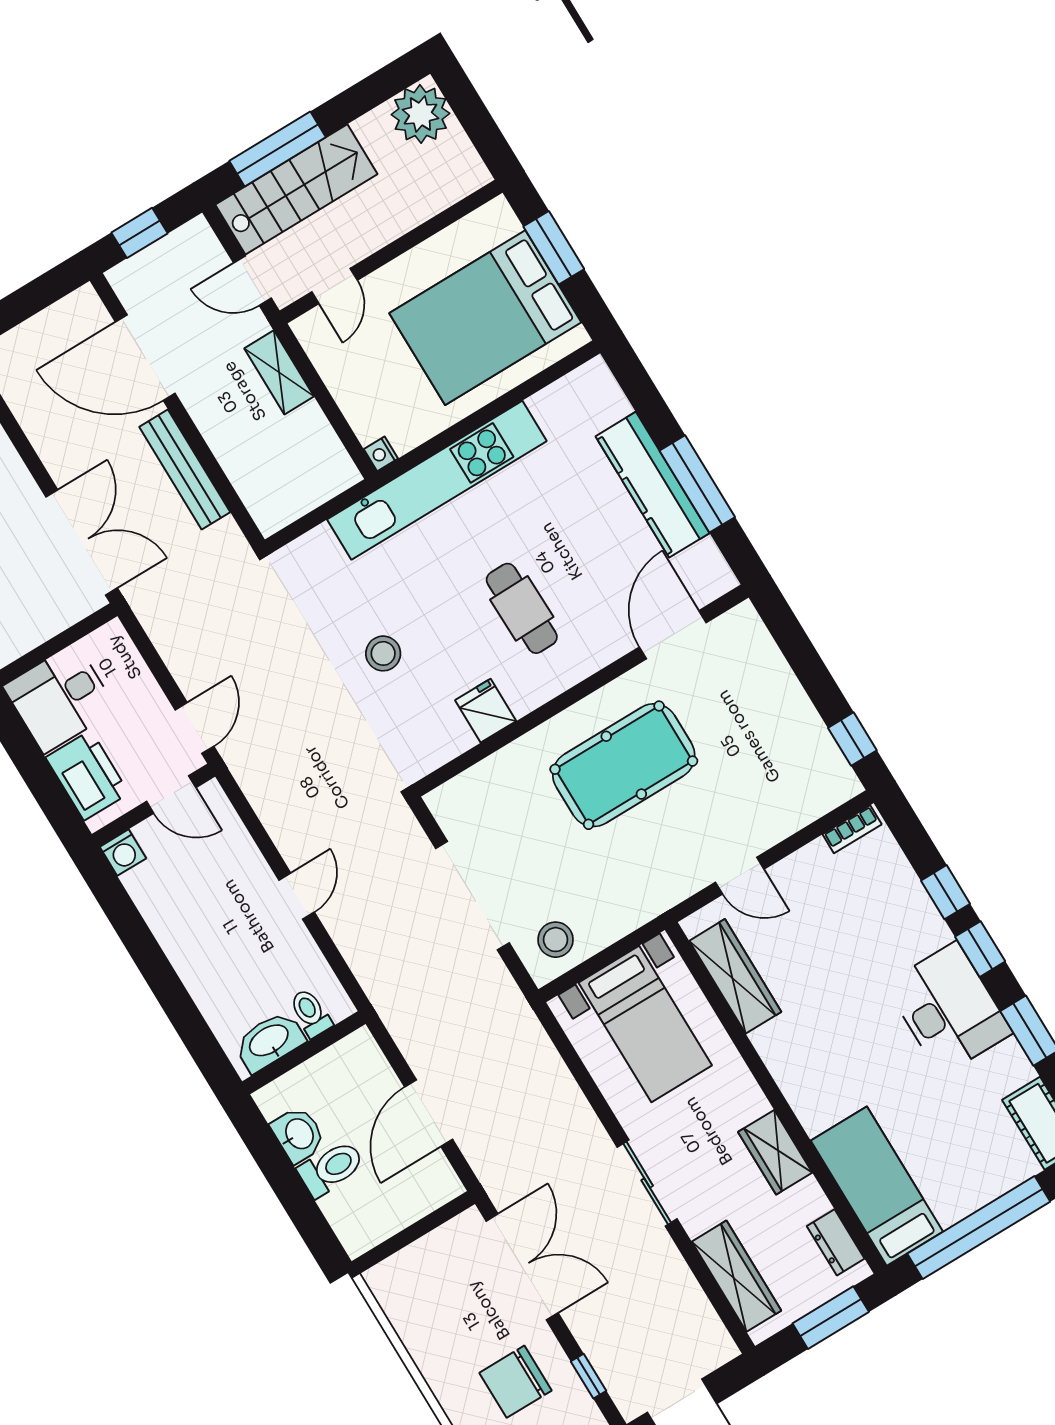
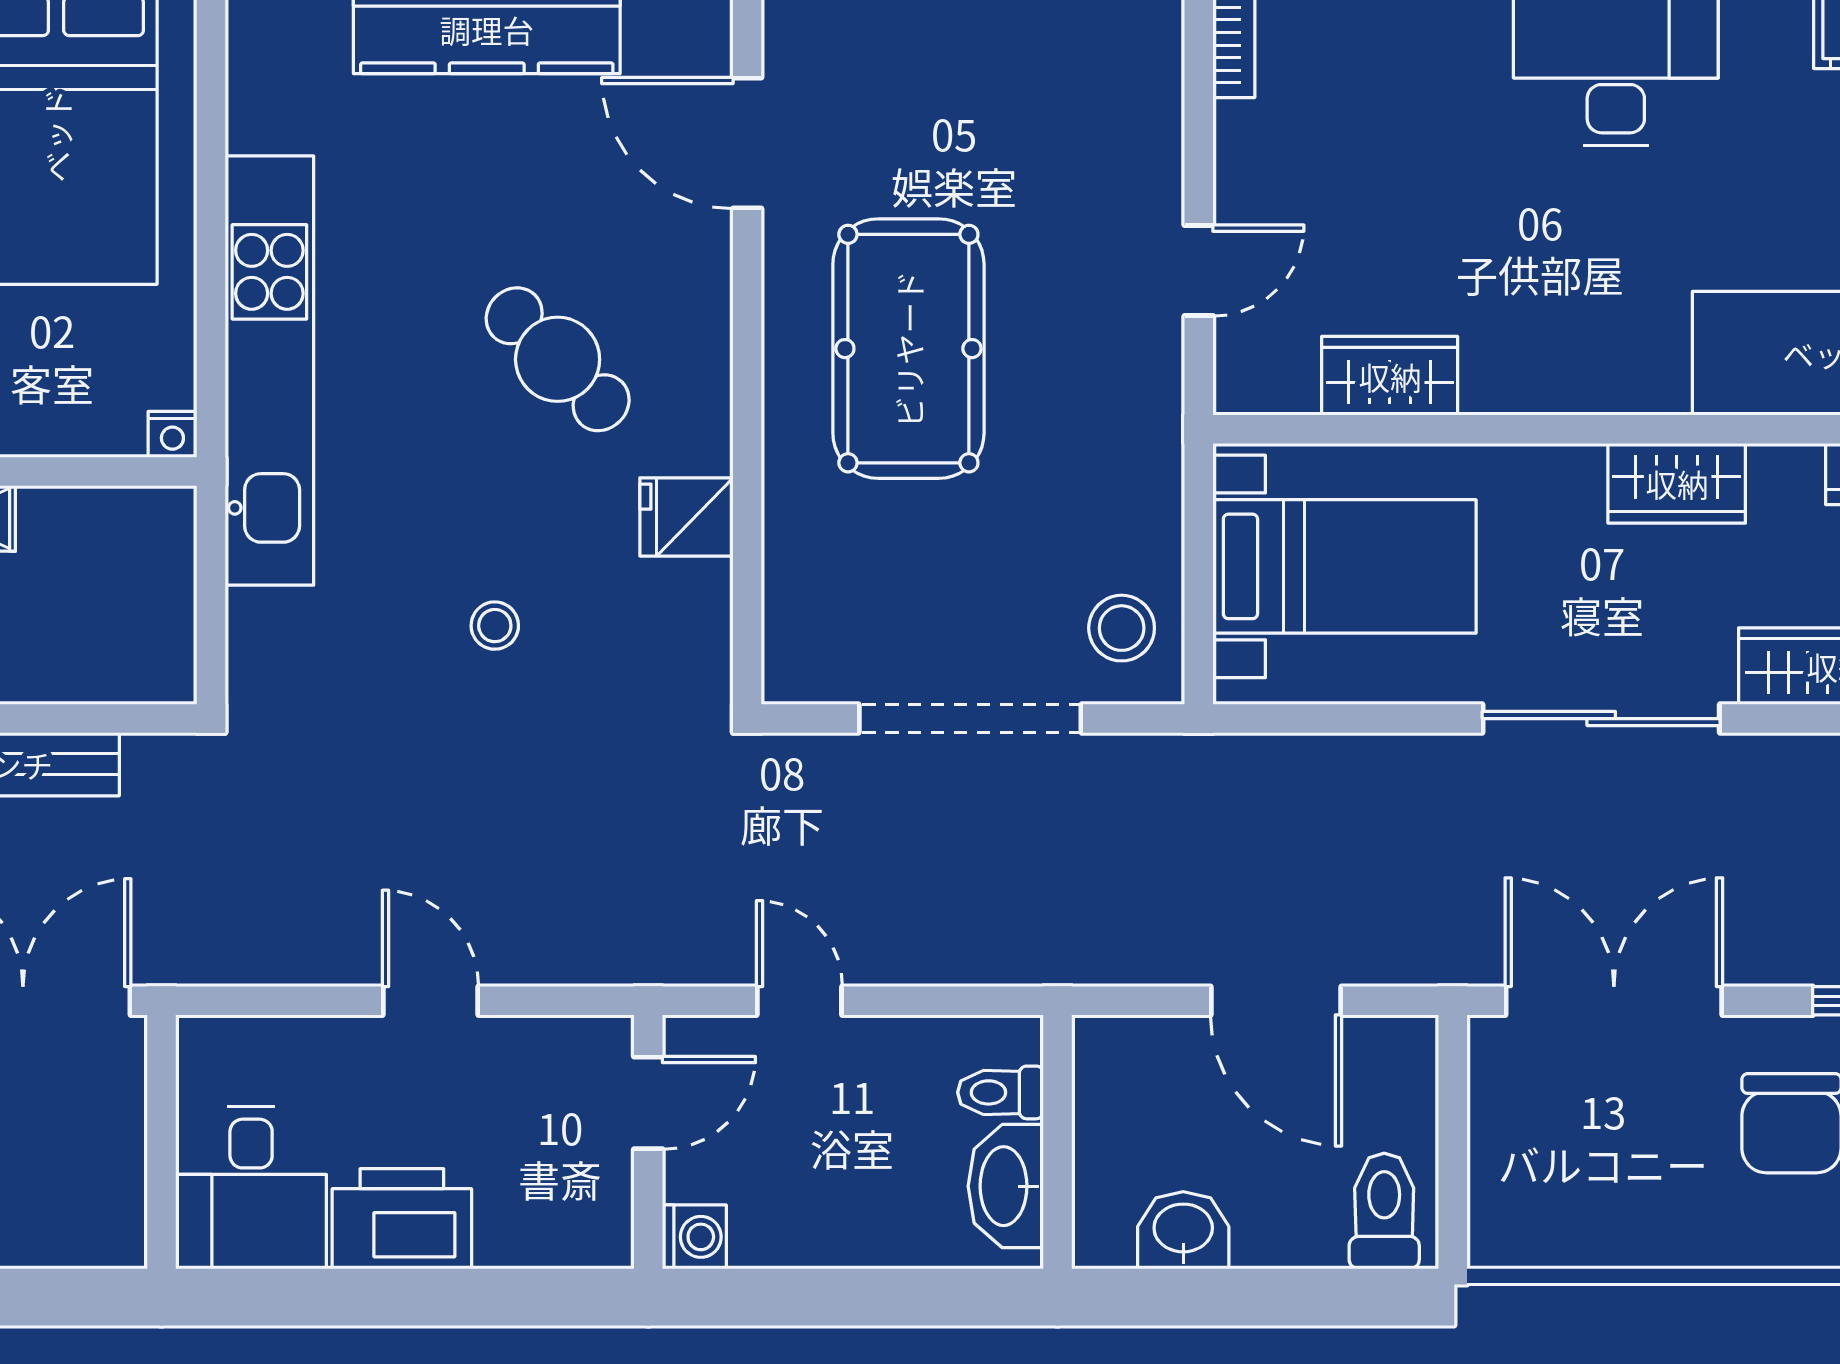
cafe table: (522, 608) -> (558, 359), turned 46
stool: (383, 653) -> (495, 626), width x0.73, depth x0.73
door: (171, 795) -> (648, 1103), moved
wall: (153, 805) -> (648, 1142), moved
washing machine: (123, 853) -> (694, 1237), moved
wardrobe: (735, 976) -> (1390, 376), width x0.67
toilet: (331, 1168) -> (1384, 1211), moved
sliding door: (647, 1183) -> (1601, 719), width x1.37

